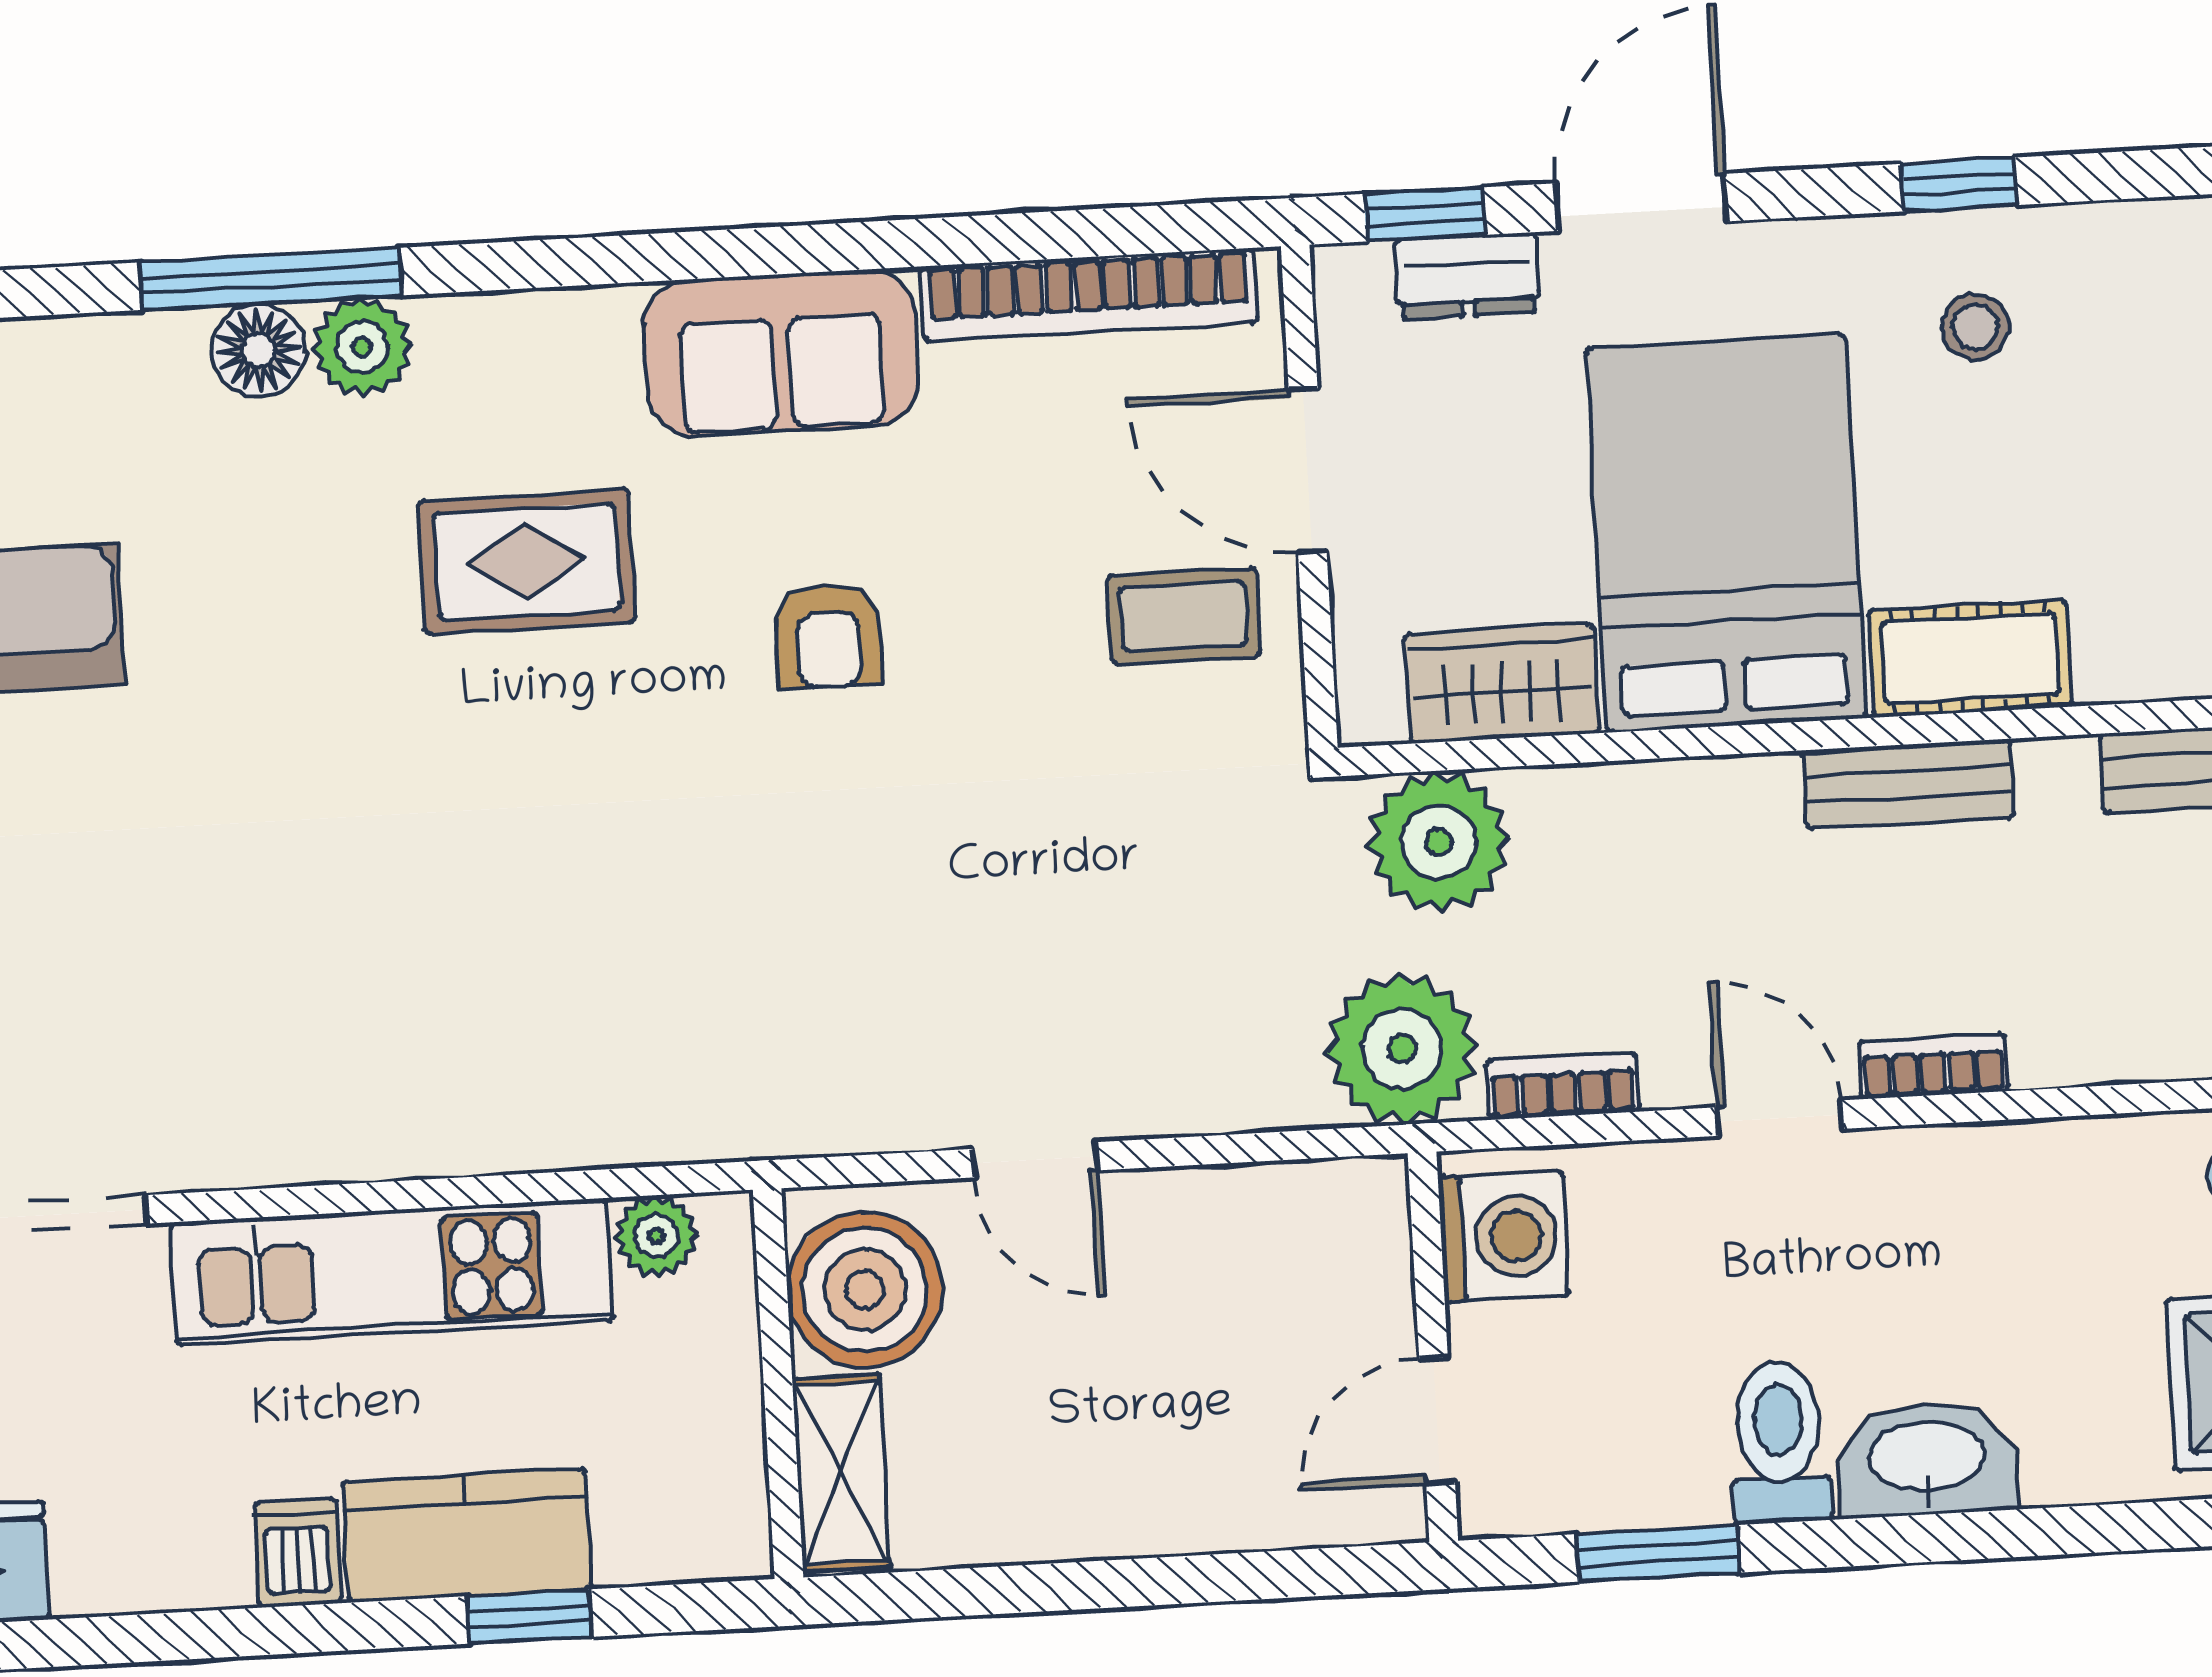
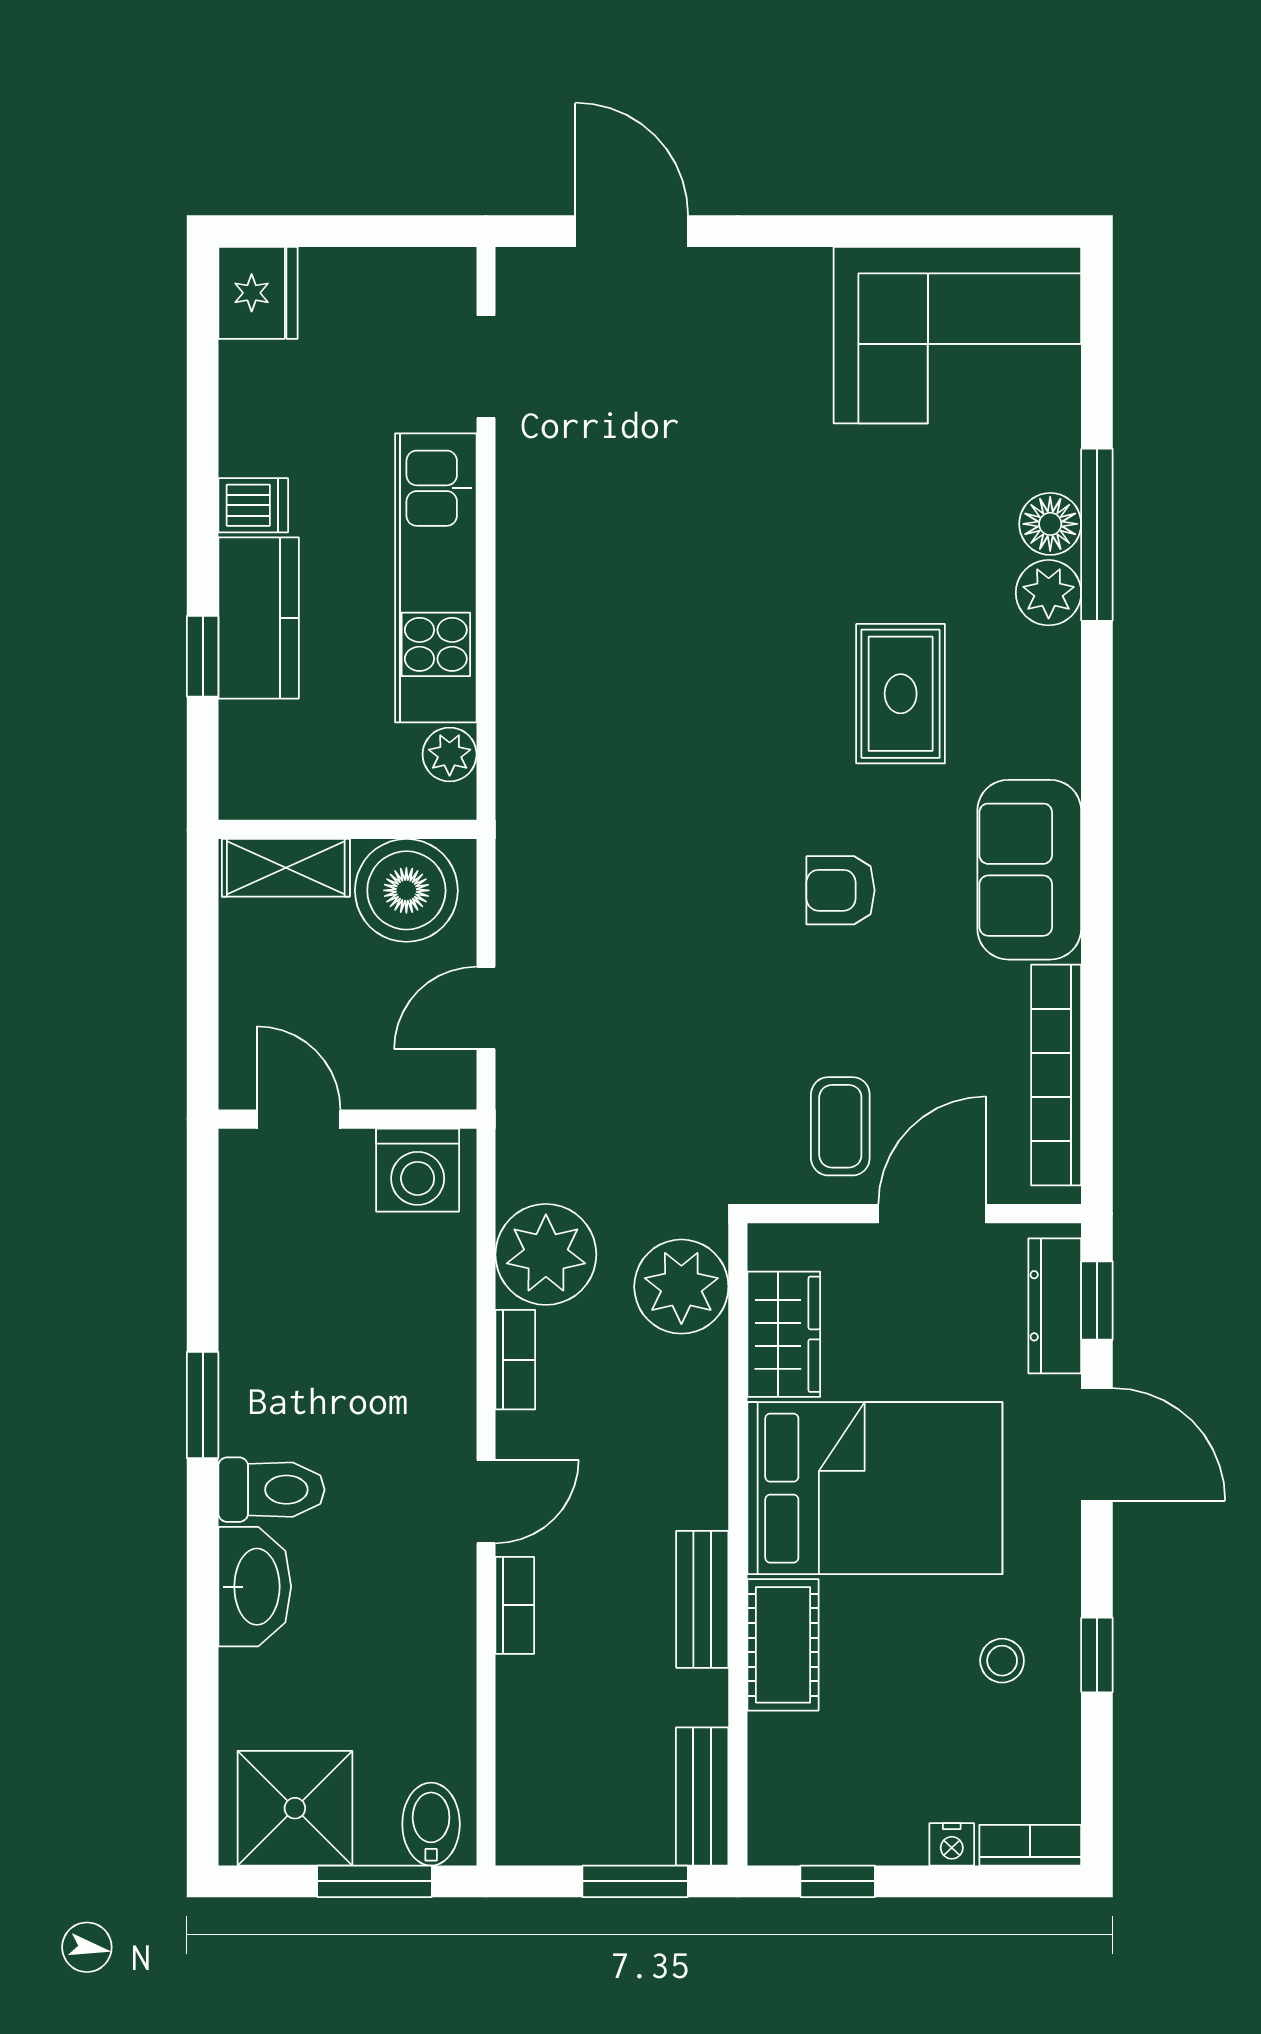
dresser: (1467, 276) -> (1055, 1306), width x1.44
washing machine: (1504, 1237) -> (418, 1170), moved
wall: (1433, 1347) -> (347, 1119), moved
door: (1437, 1421) -> (299, 1119), moved

